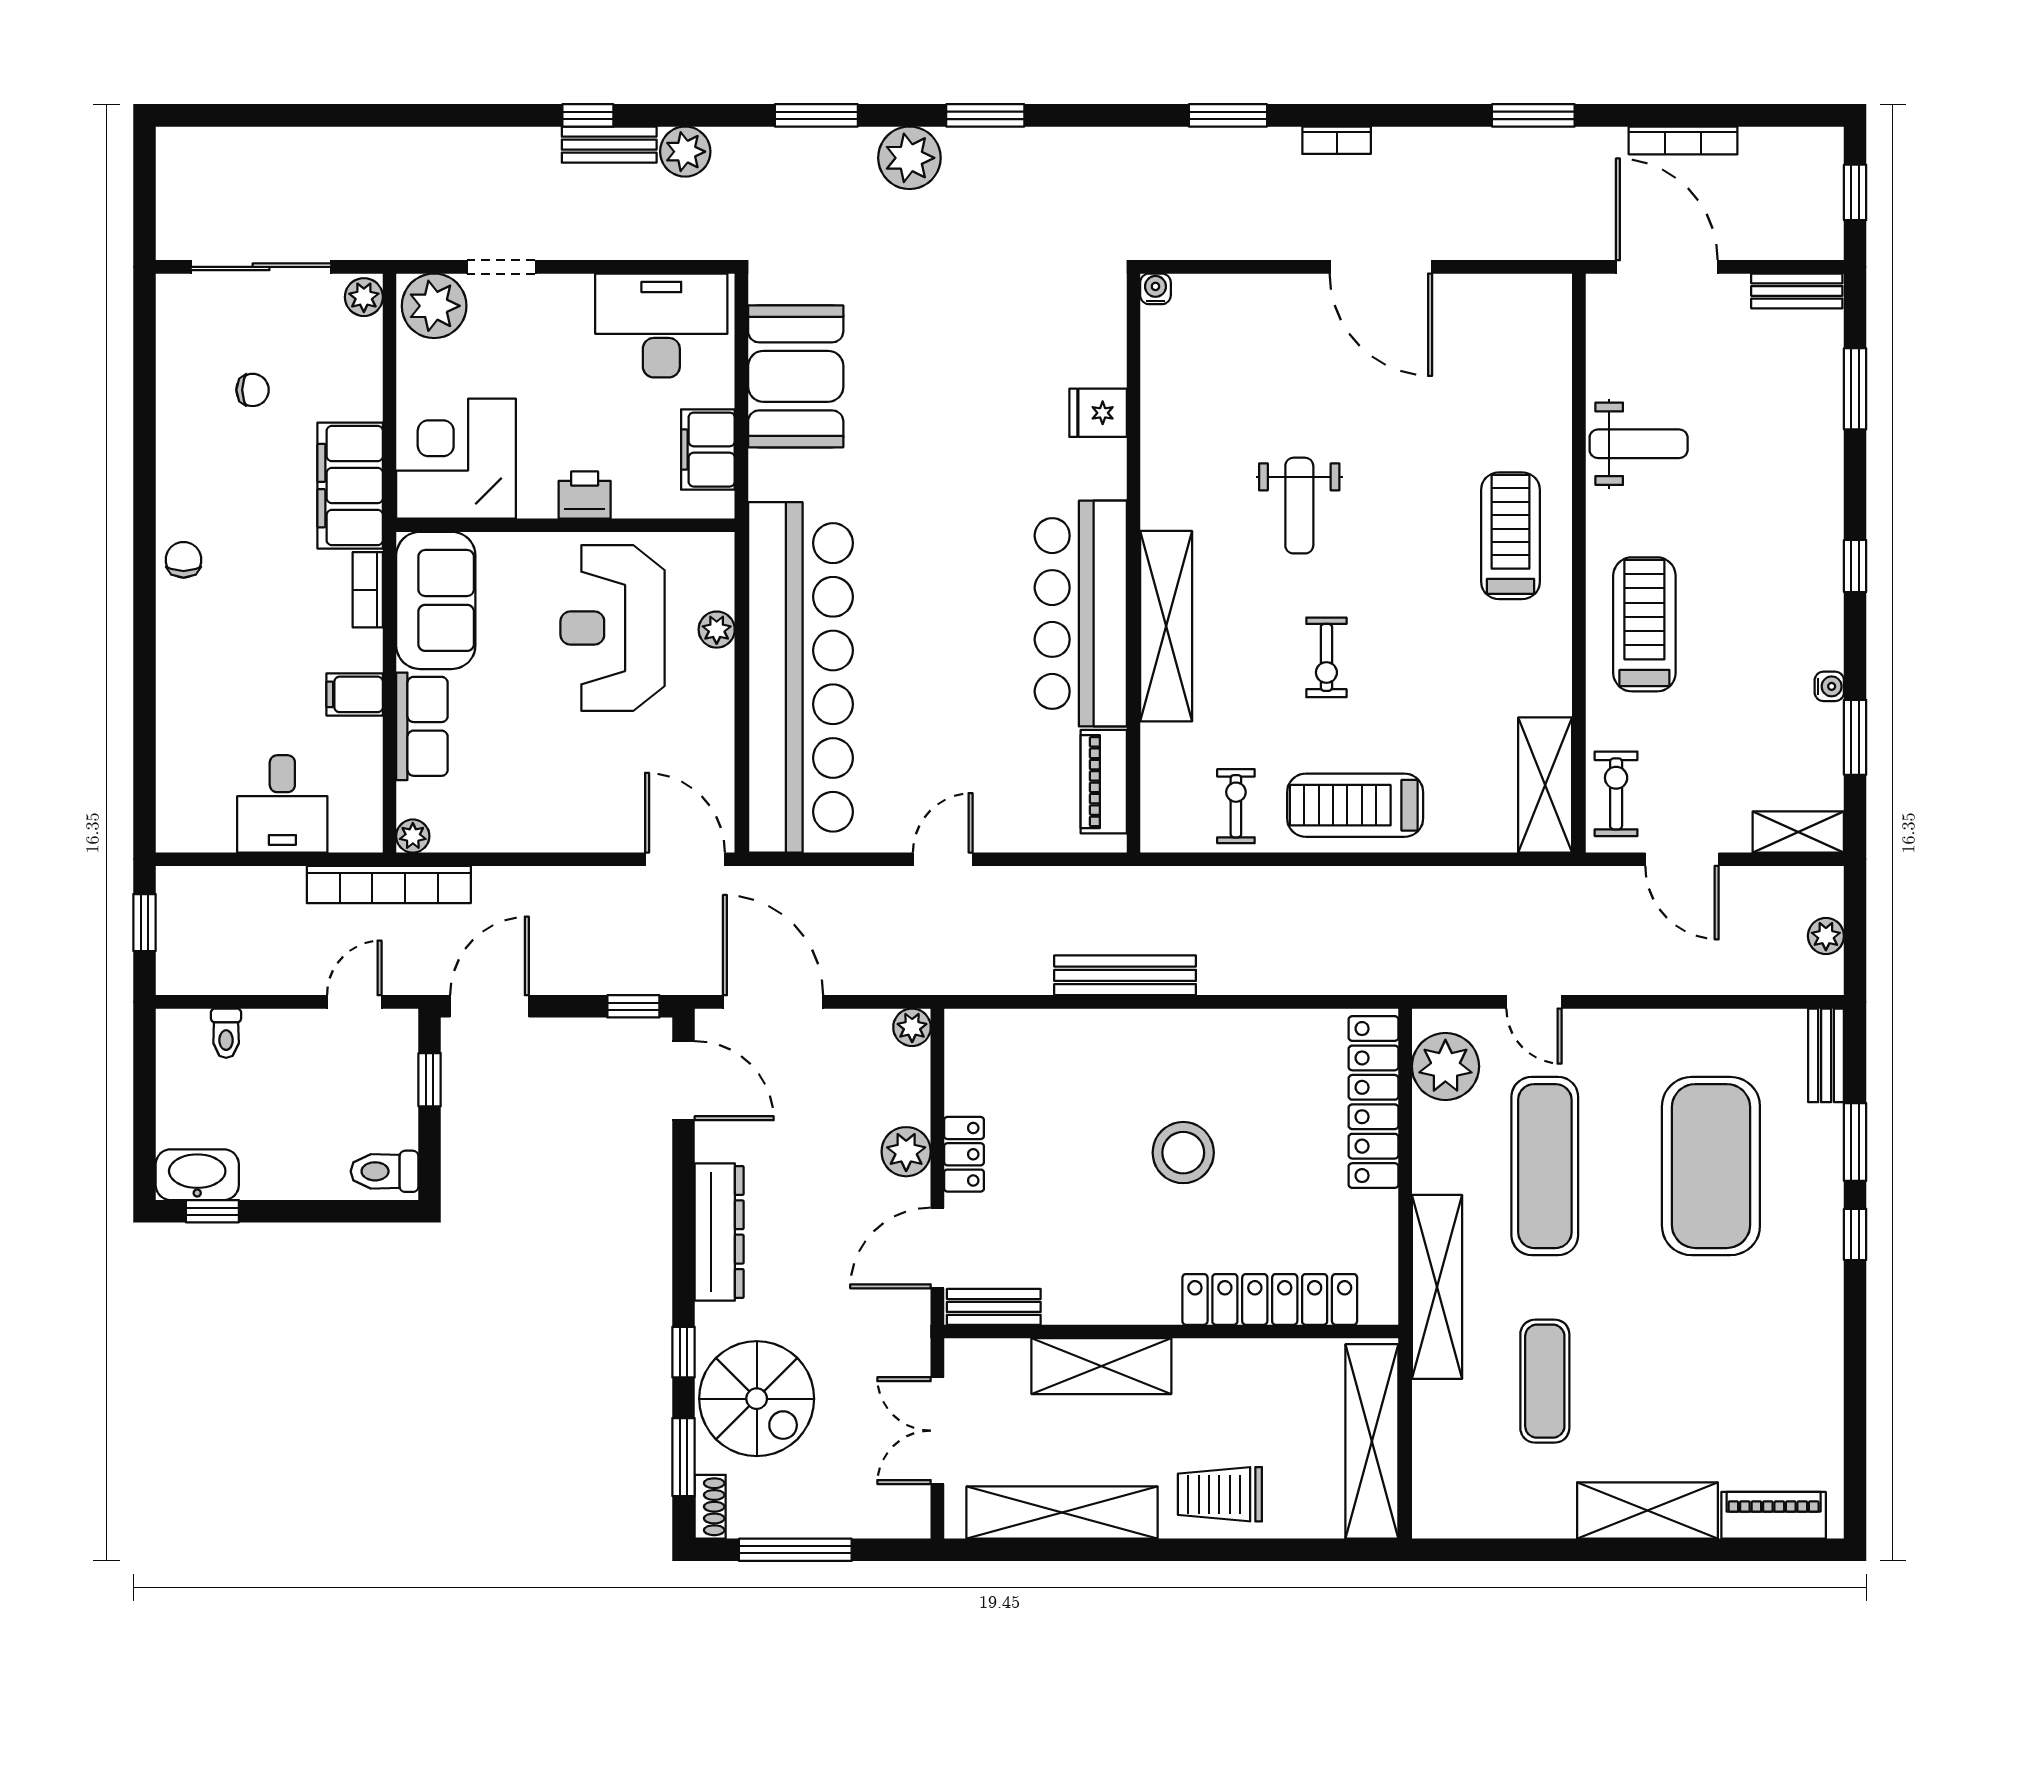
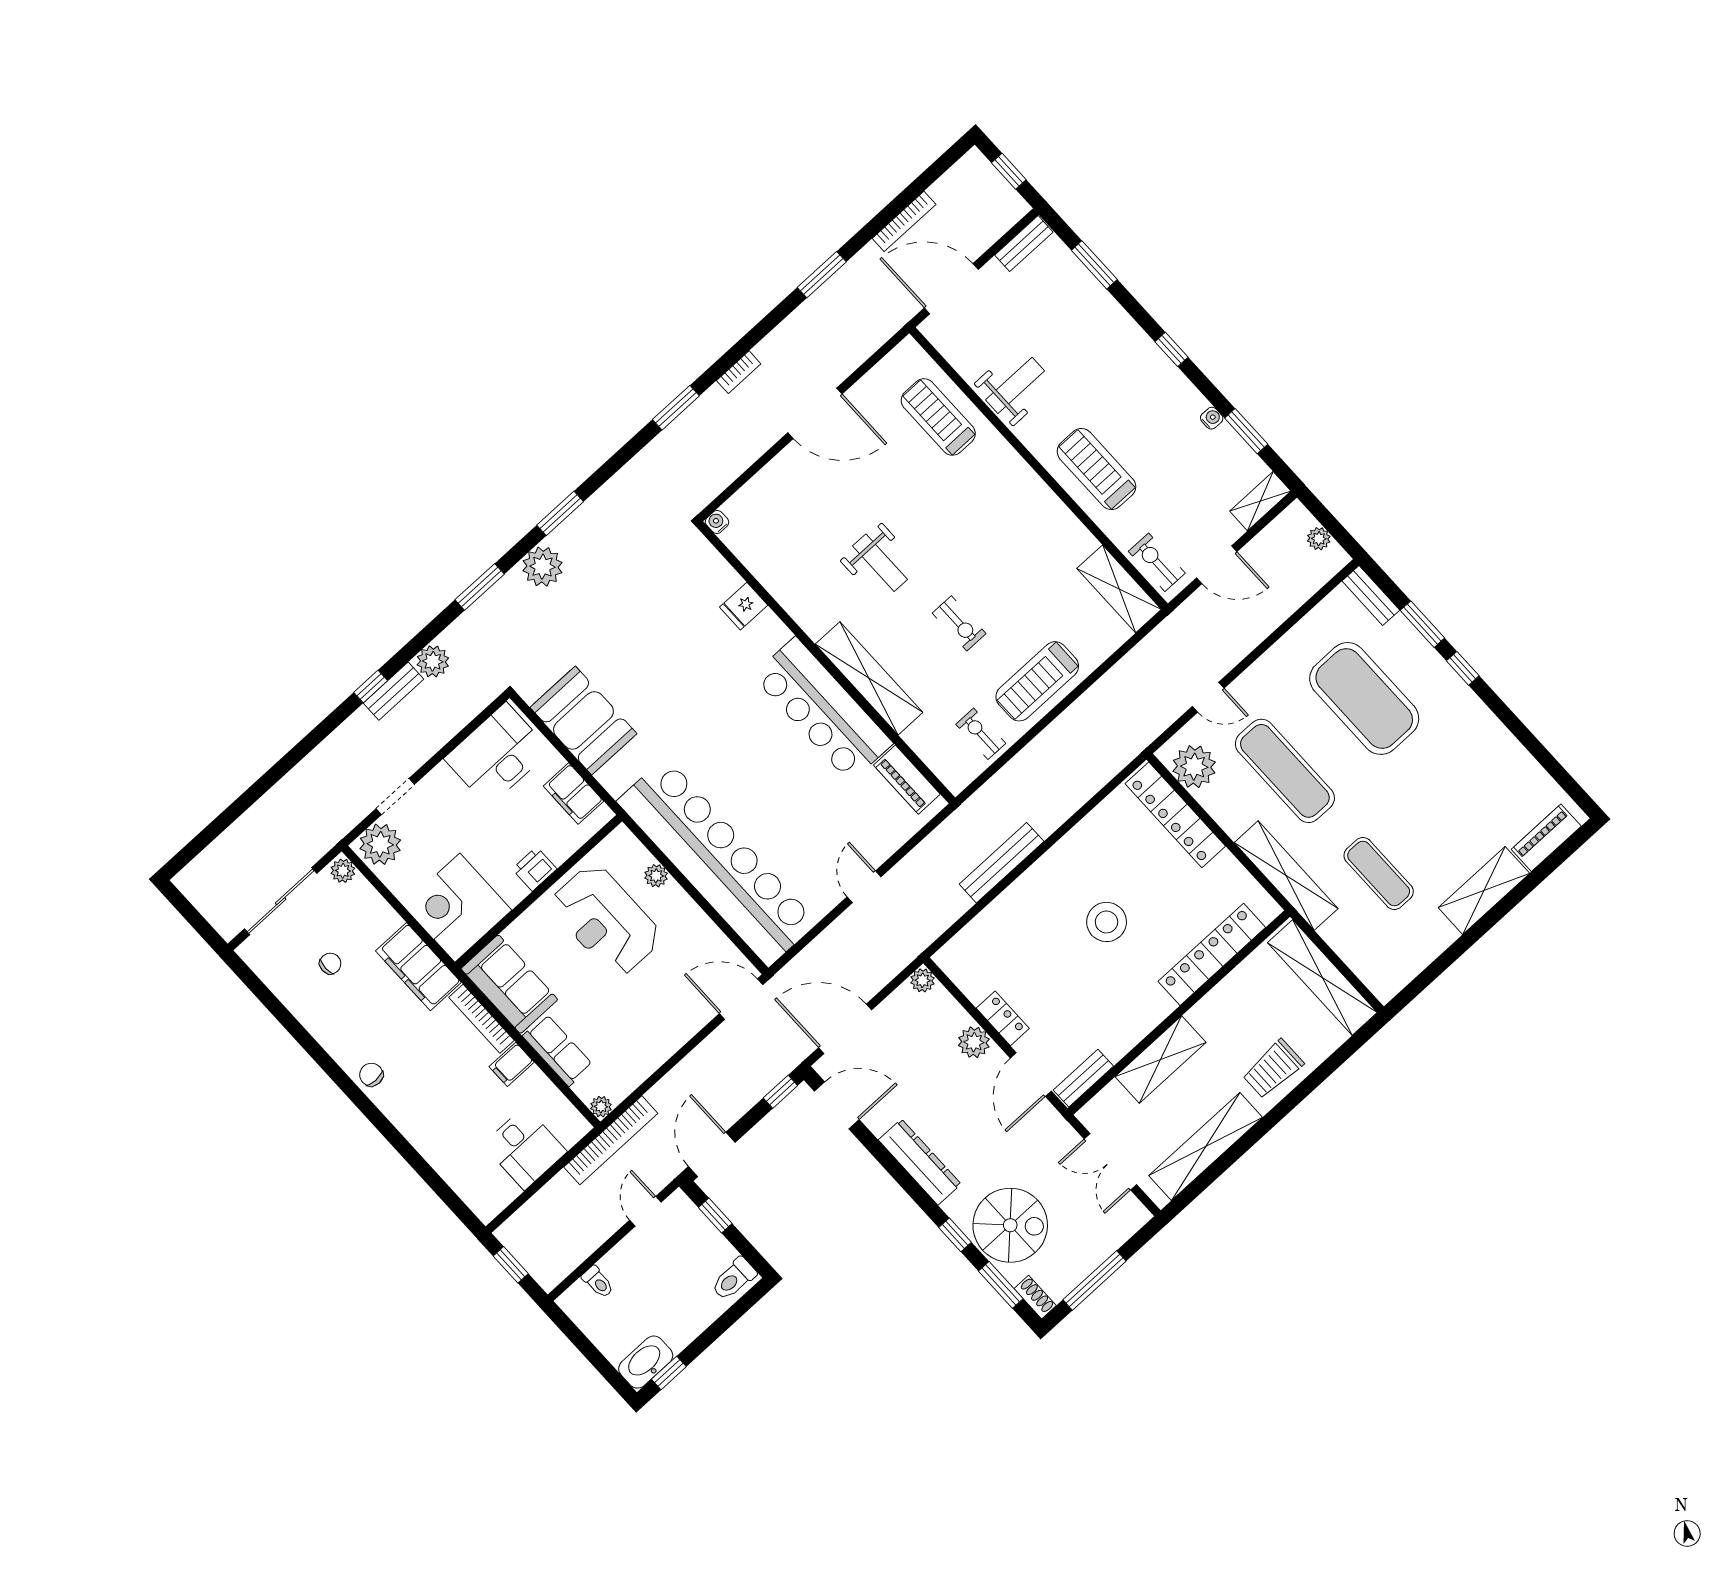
treadmill: (1510, 536) -> (938, 417), moved
bookcase: (368, 590) -> (481, 1019), width x1.56

